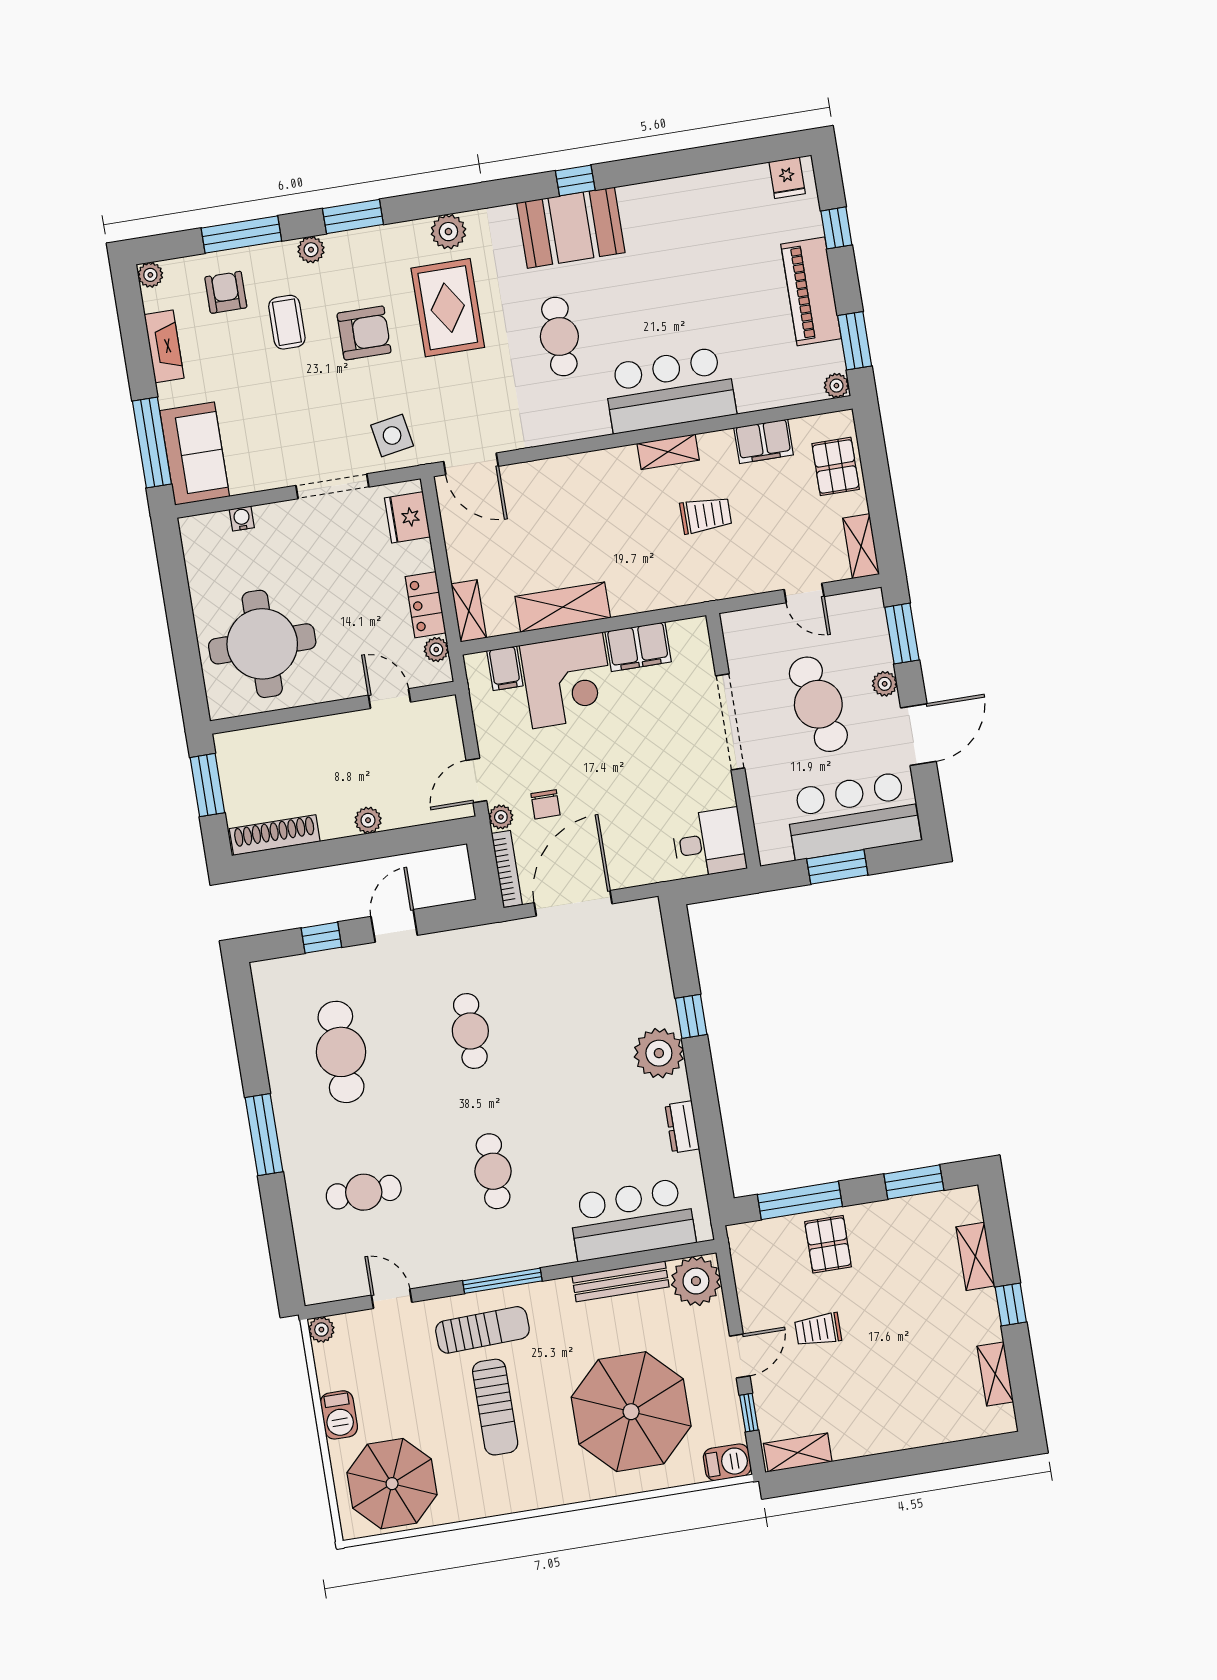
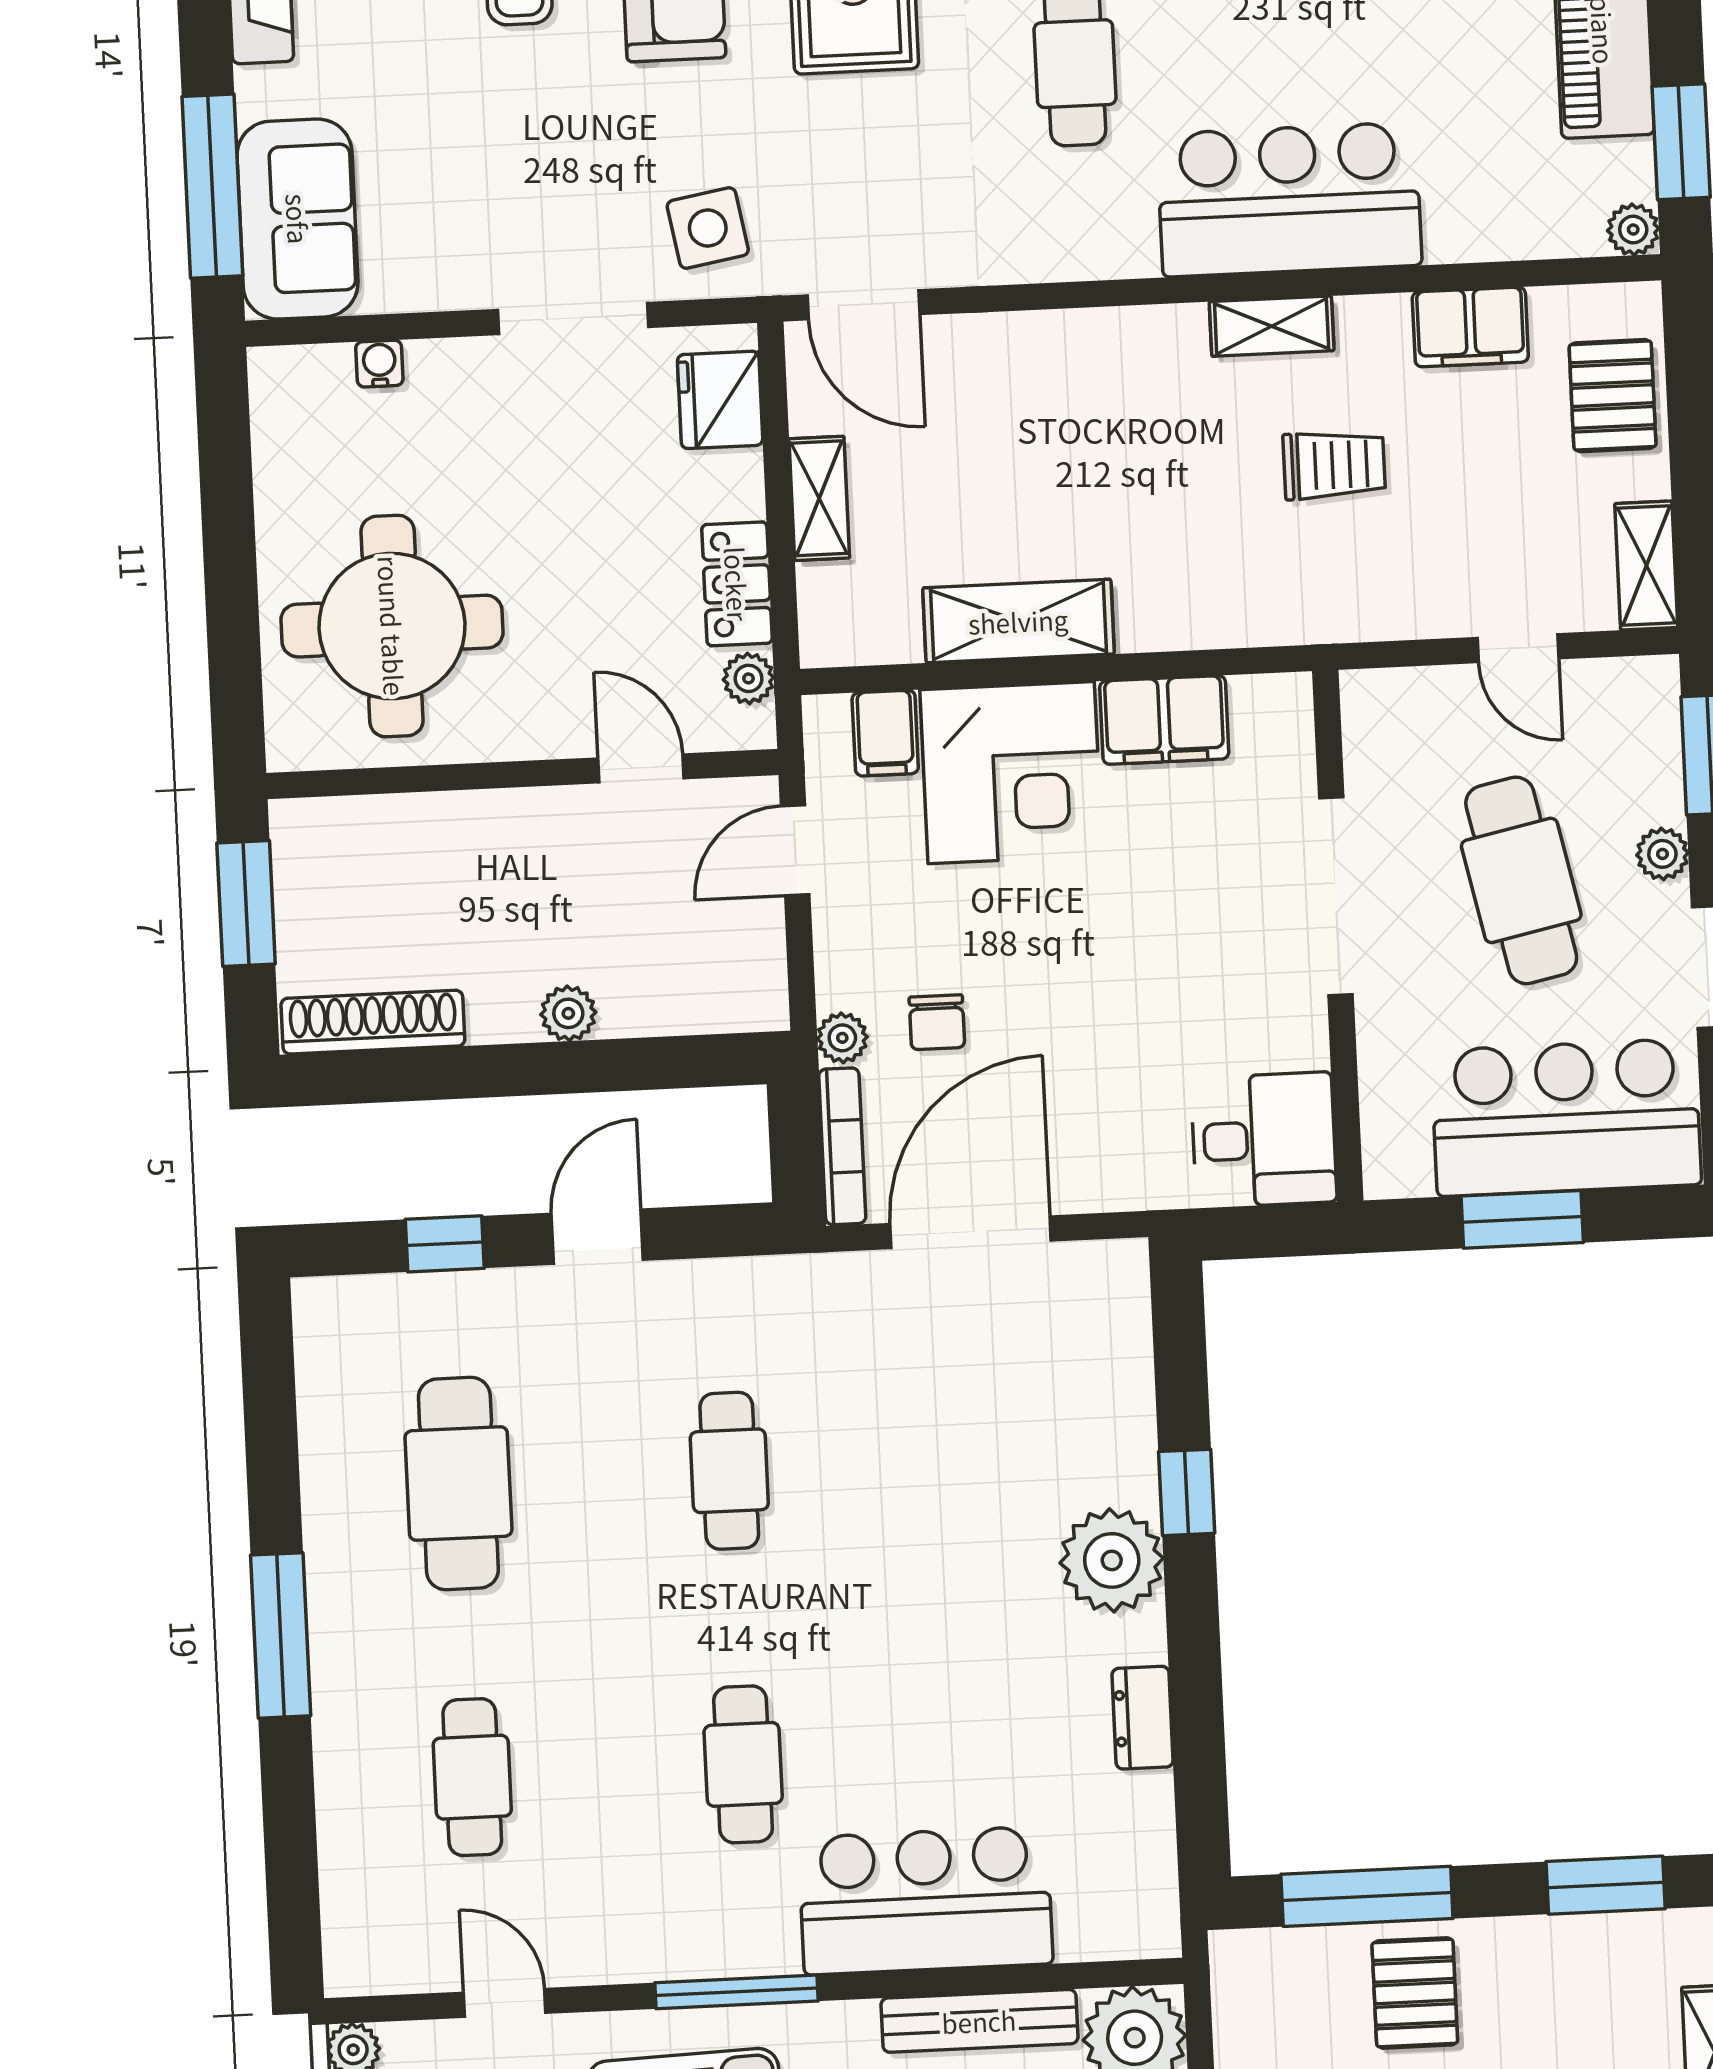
shelving: (469, 611) -> (819, 498), moved
door: (476, 781) -> (795, 850), moved
cafe table: (364, 1192) -> (472, 1777), turned 90
bar counter: (632, 1220) -> (926, 1901), moved

